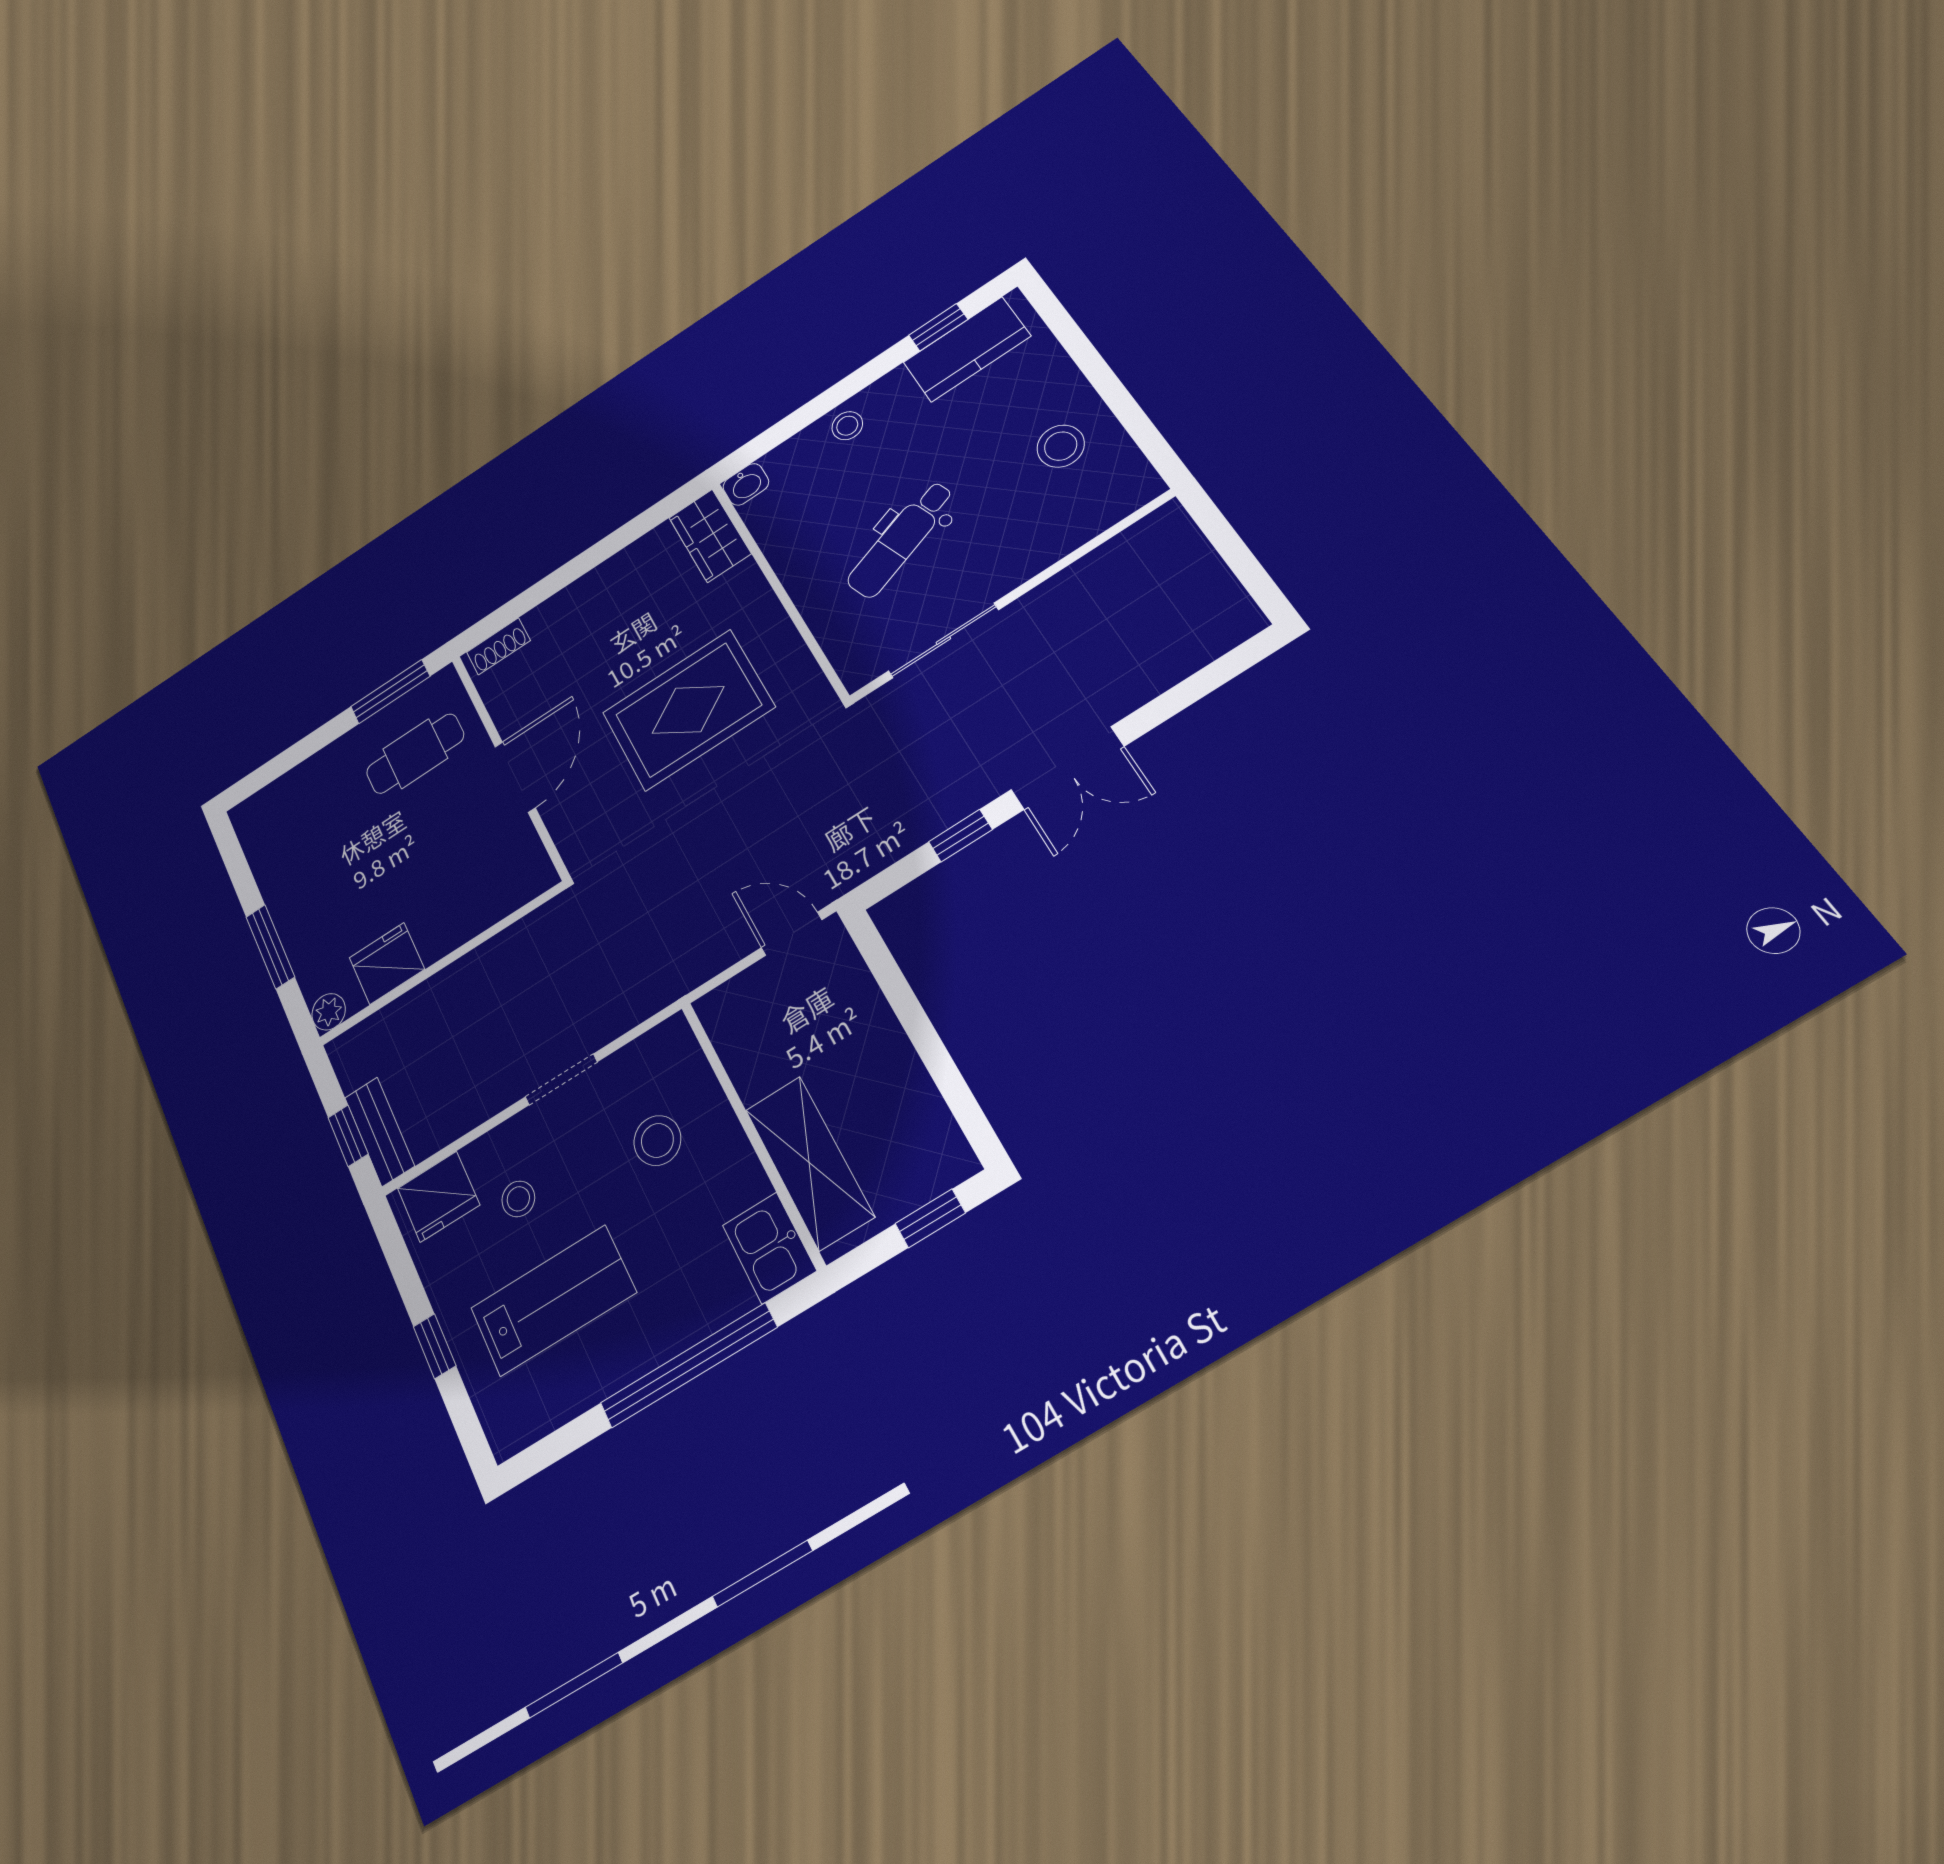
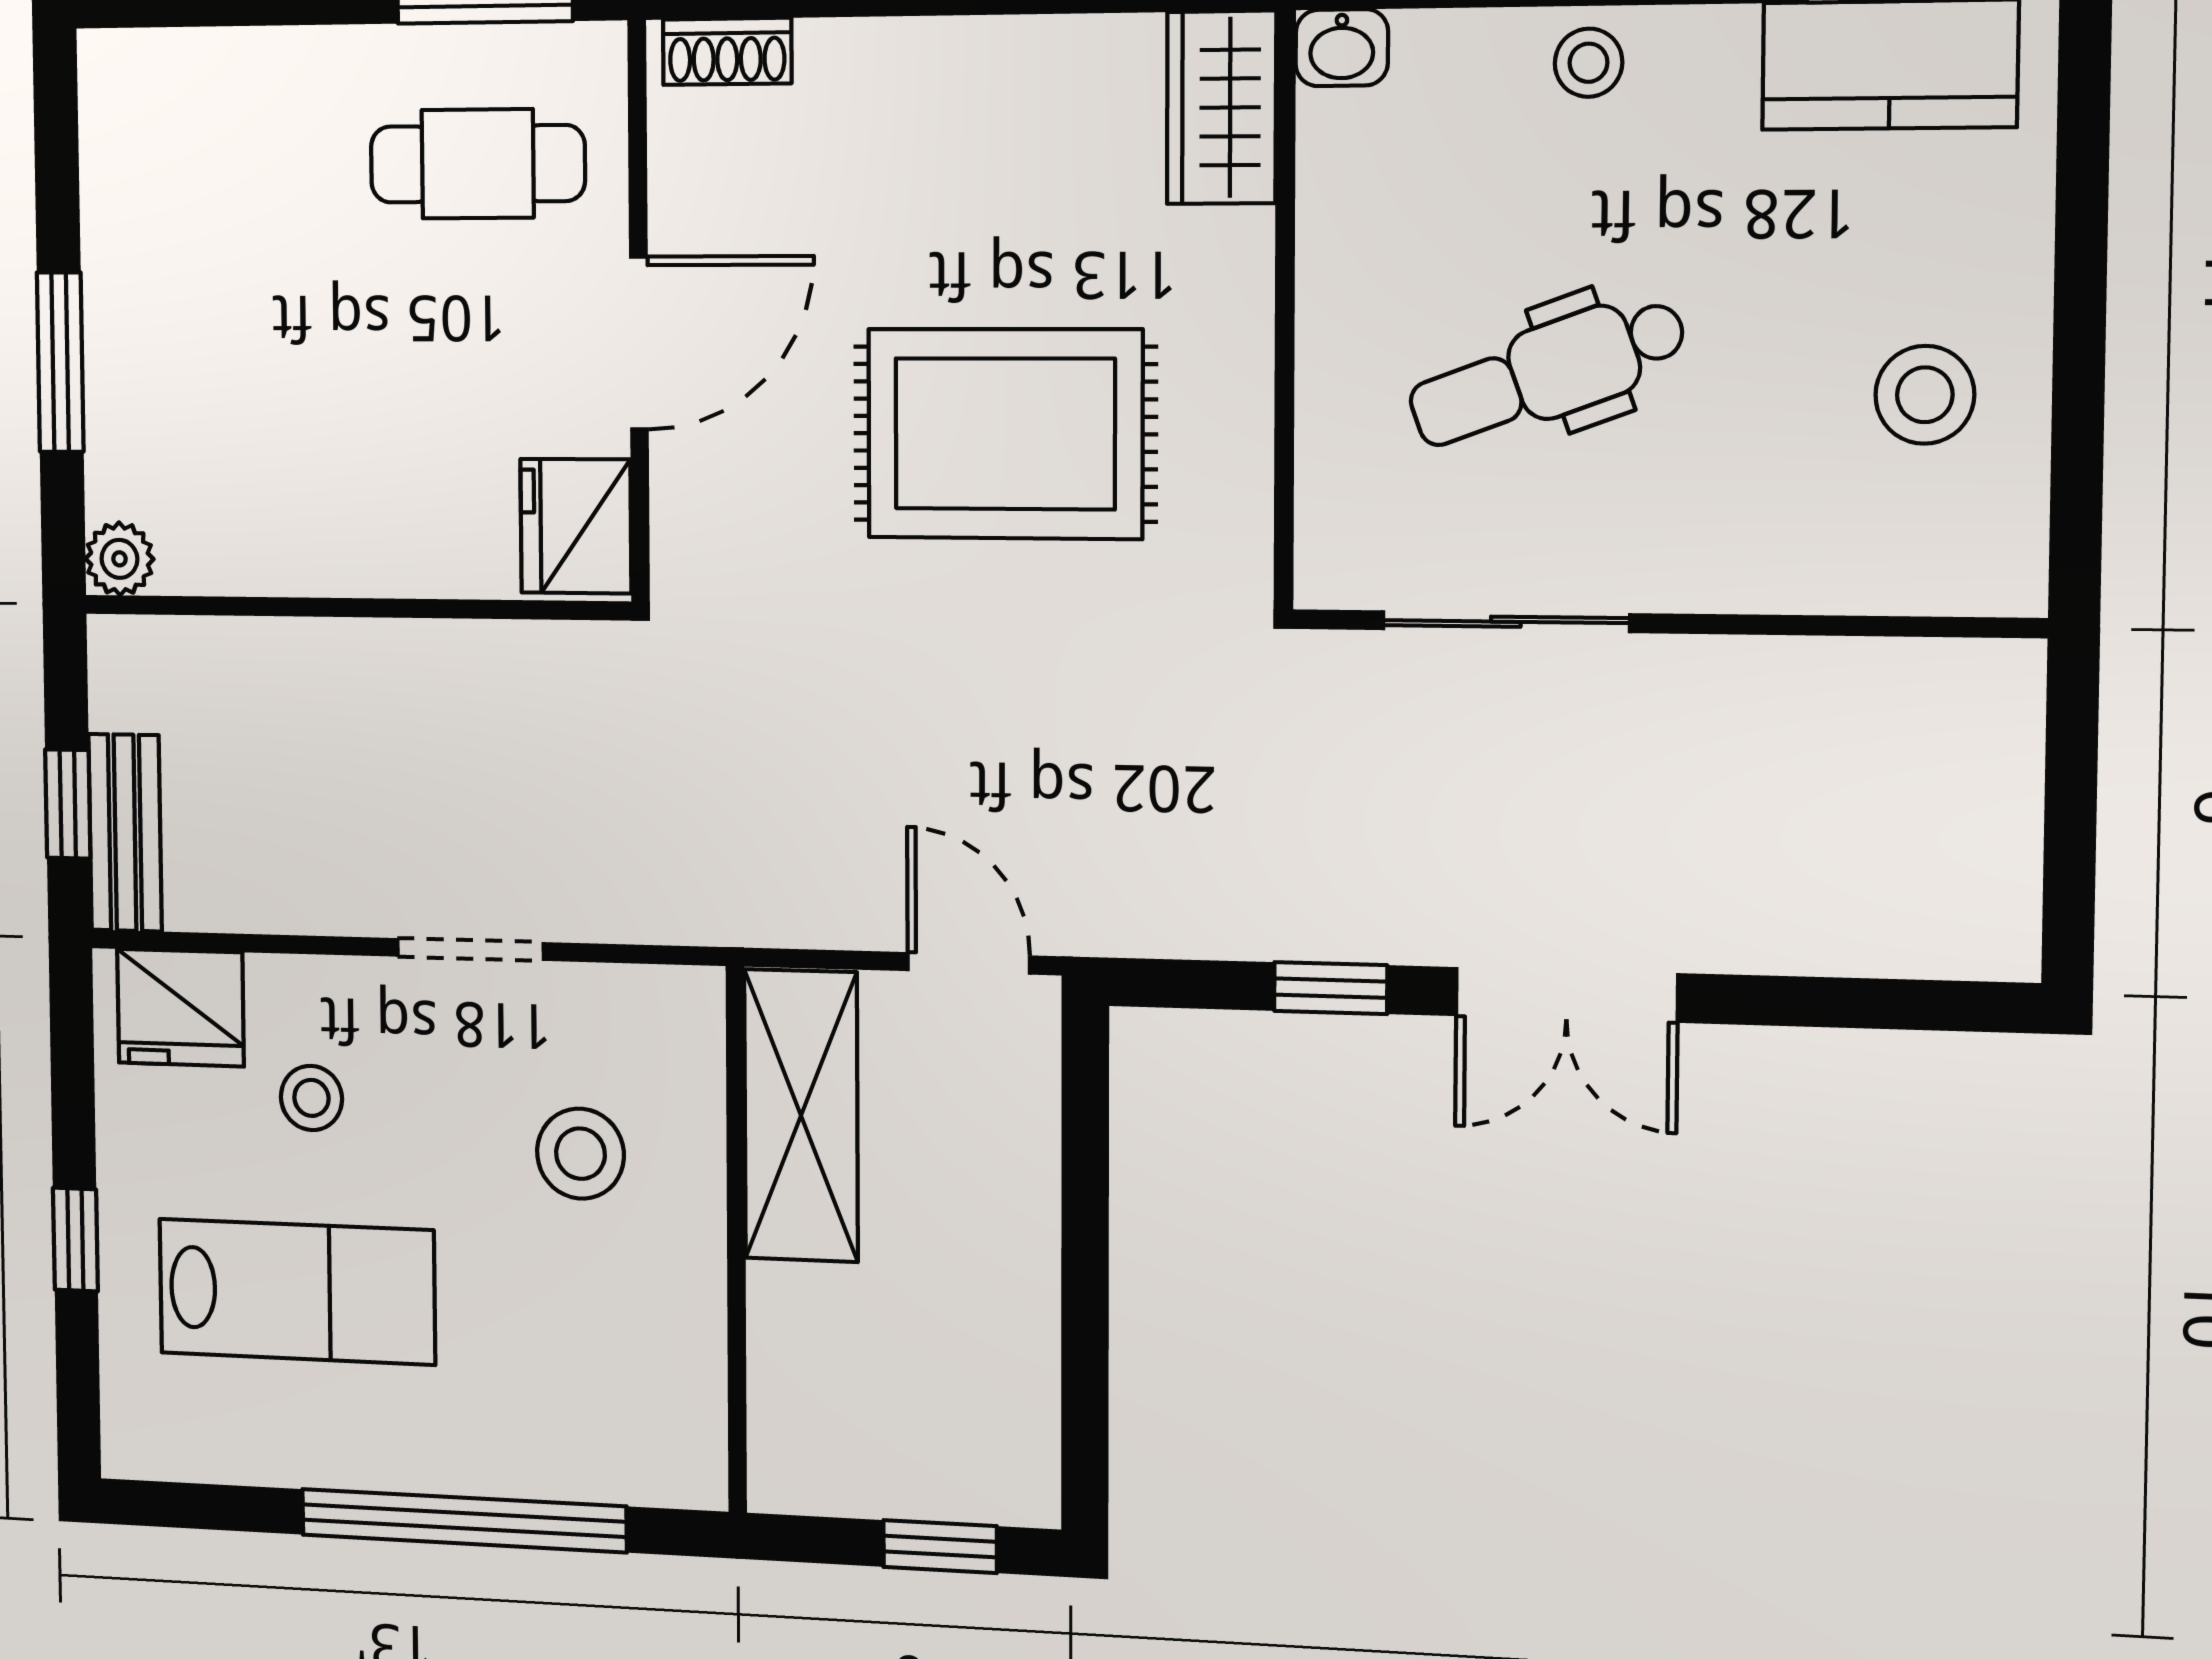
fridge: (387, 964) -> (576, 526), moved, turned -90
shelving: (809, 1163) -> (801, 1116), moved
kitchen sink: (769, 1248) -> (673, 1431), removed

